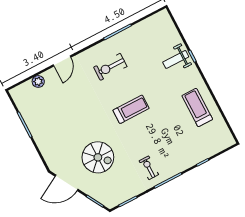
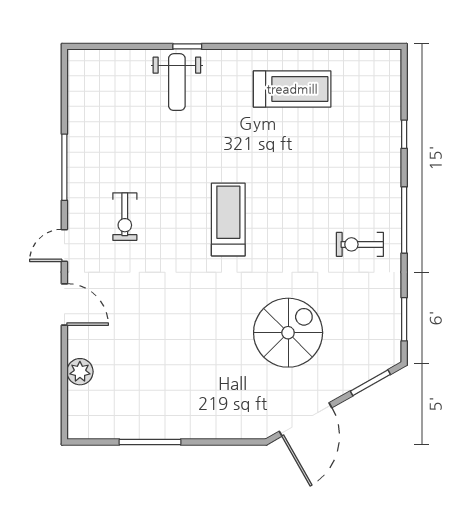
door: (86, 48) -> (64, 245), added
exercise bike: (110, 67) -> (125, 217), width x0.73, depth x0.72
treadmill: (197, 108) -> (292, 89), turned 180

